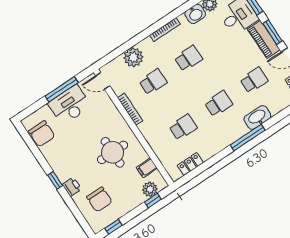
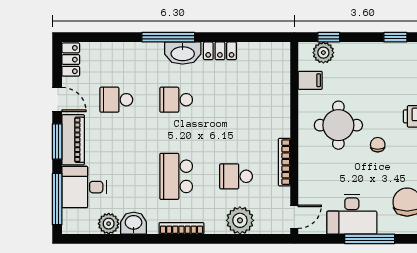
school desk: (188, 58) -> (176, 176), width x1.85
door: (103, 81) -> (294, 217), hinge flipped
window: (62, 89) -> (370, 239), moved
washbasin: (257, 117) -> (183, 53), moved
school desk: (183, 127) -> (236, 100), removed
locker: (190, 164) -> (220, 51), moved
chair: (99, 199) -> (378, 145), moved, width x0.54, depth x0.54

